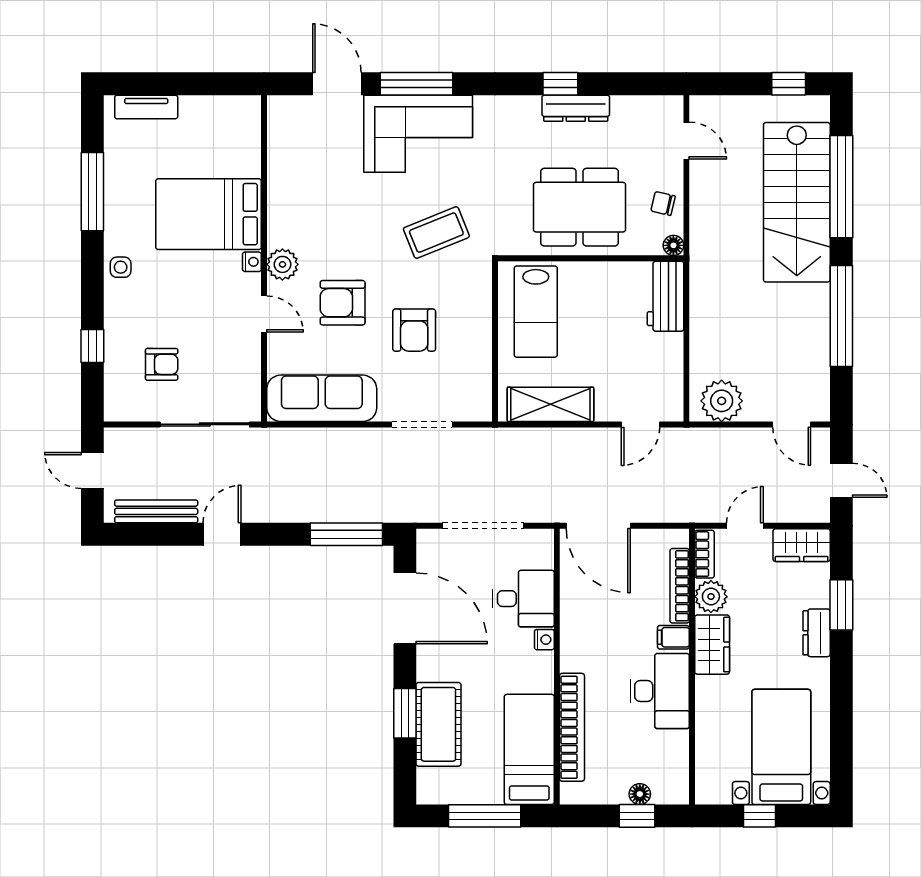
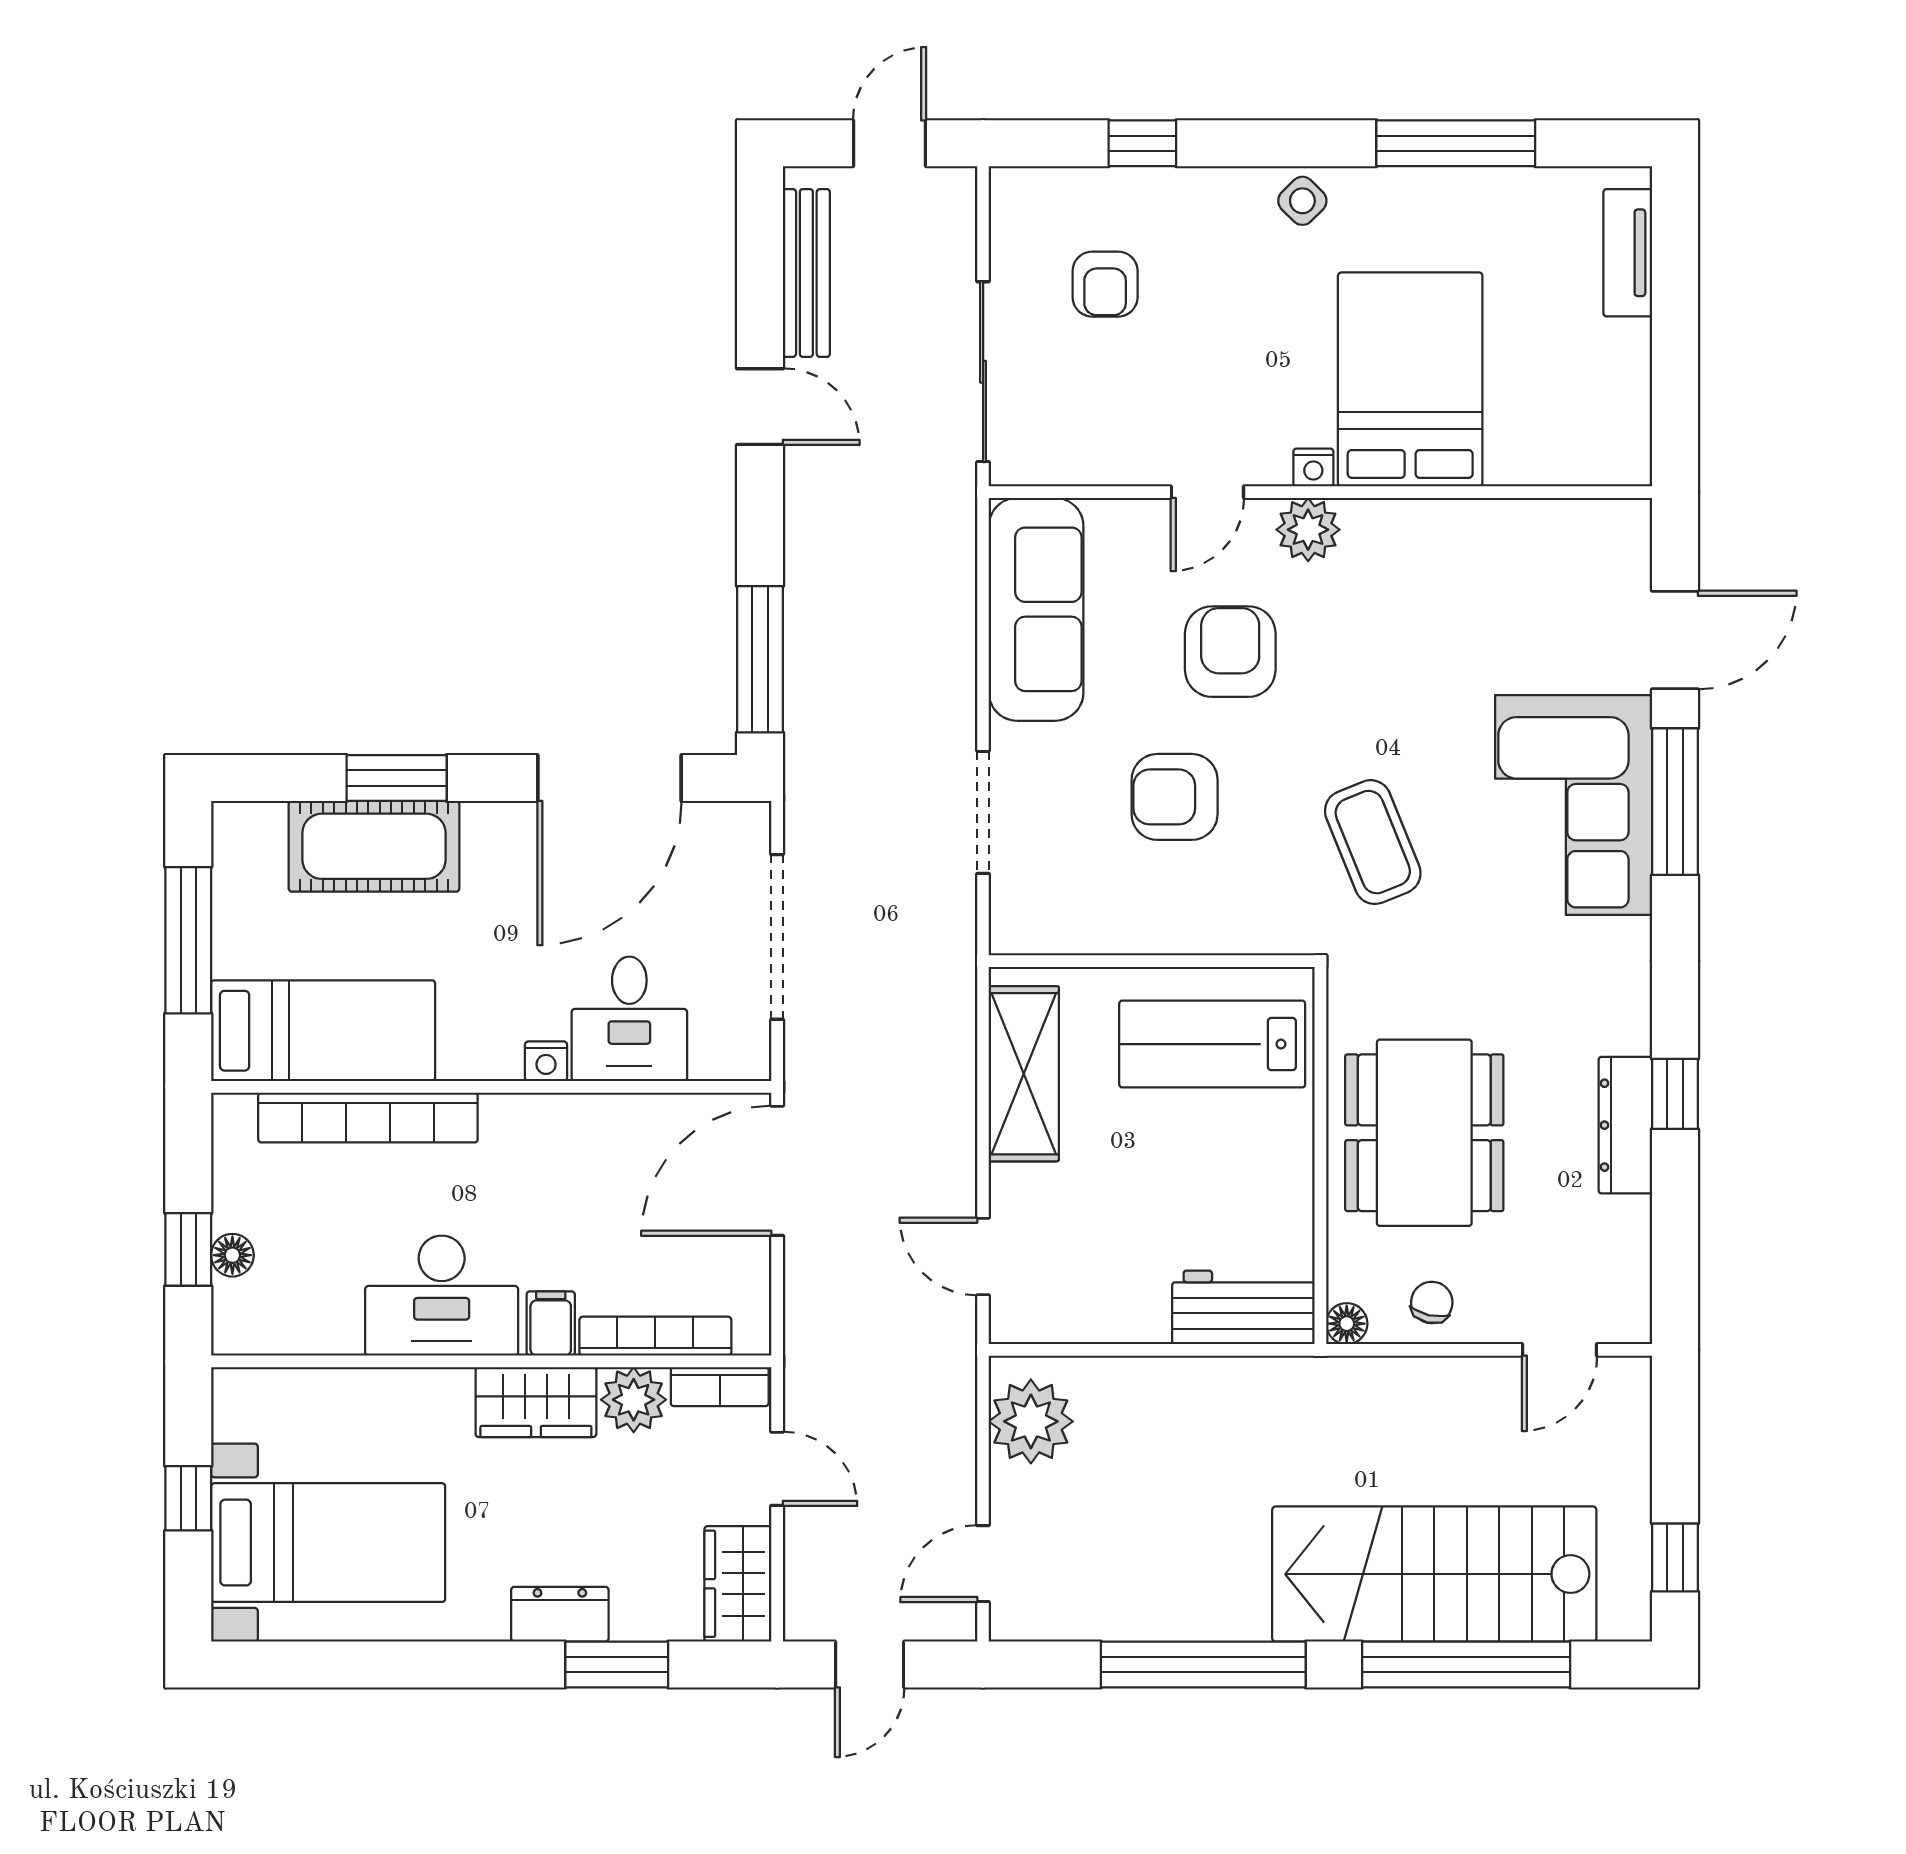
side table: (121, 267) -> (1302, 201), turned 45

